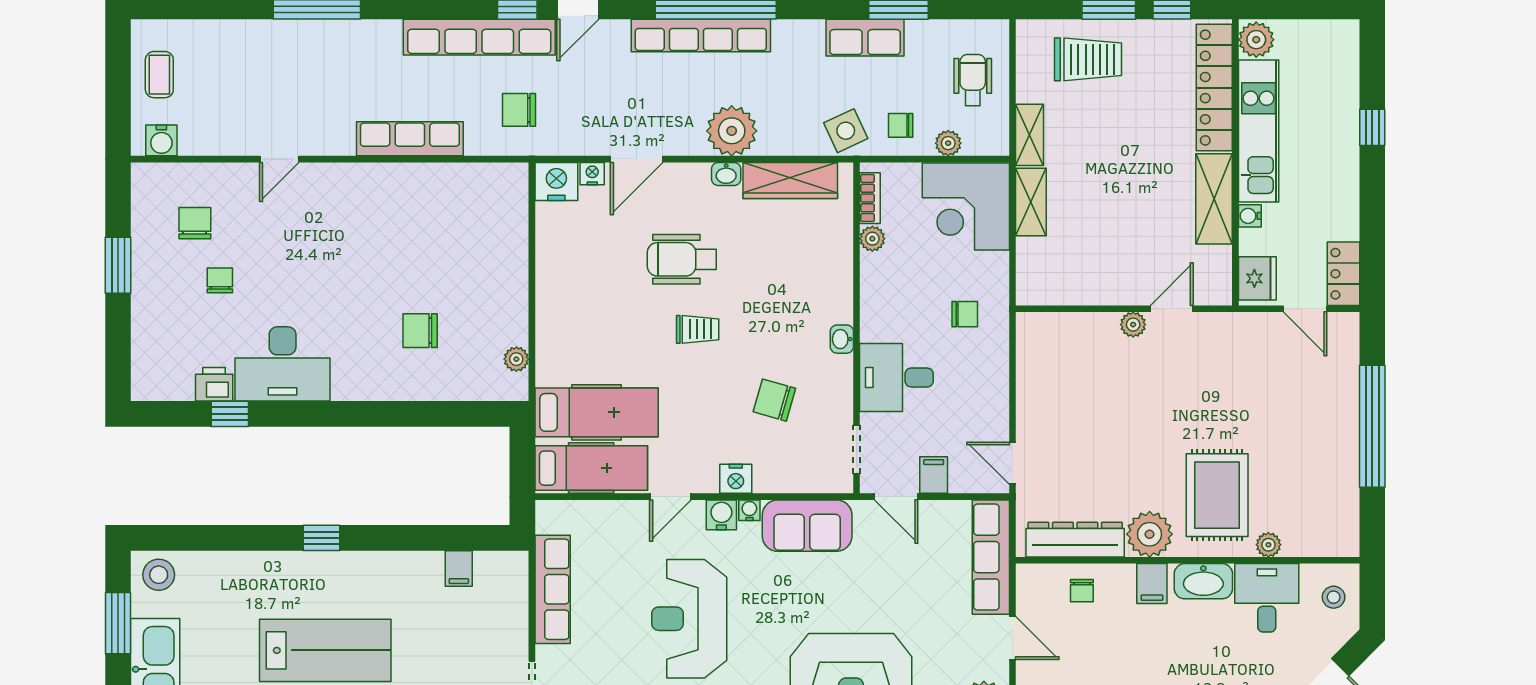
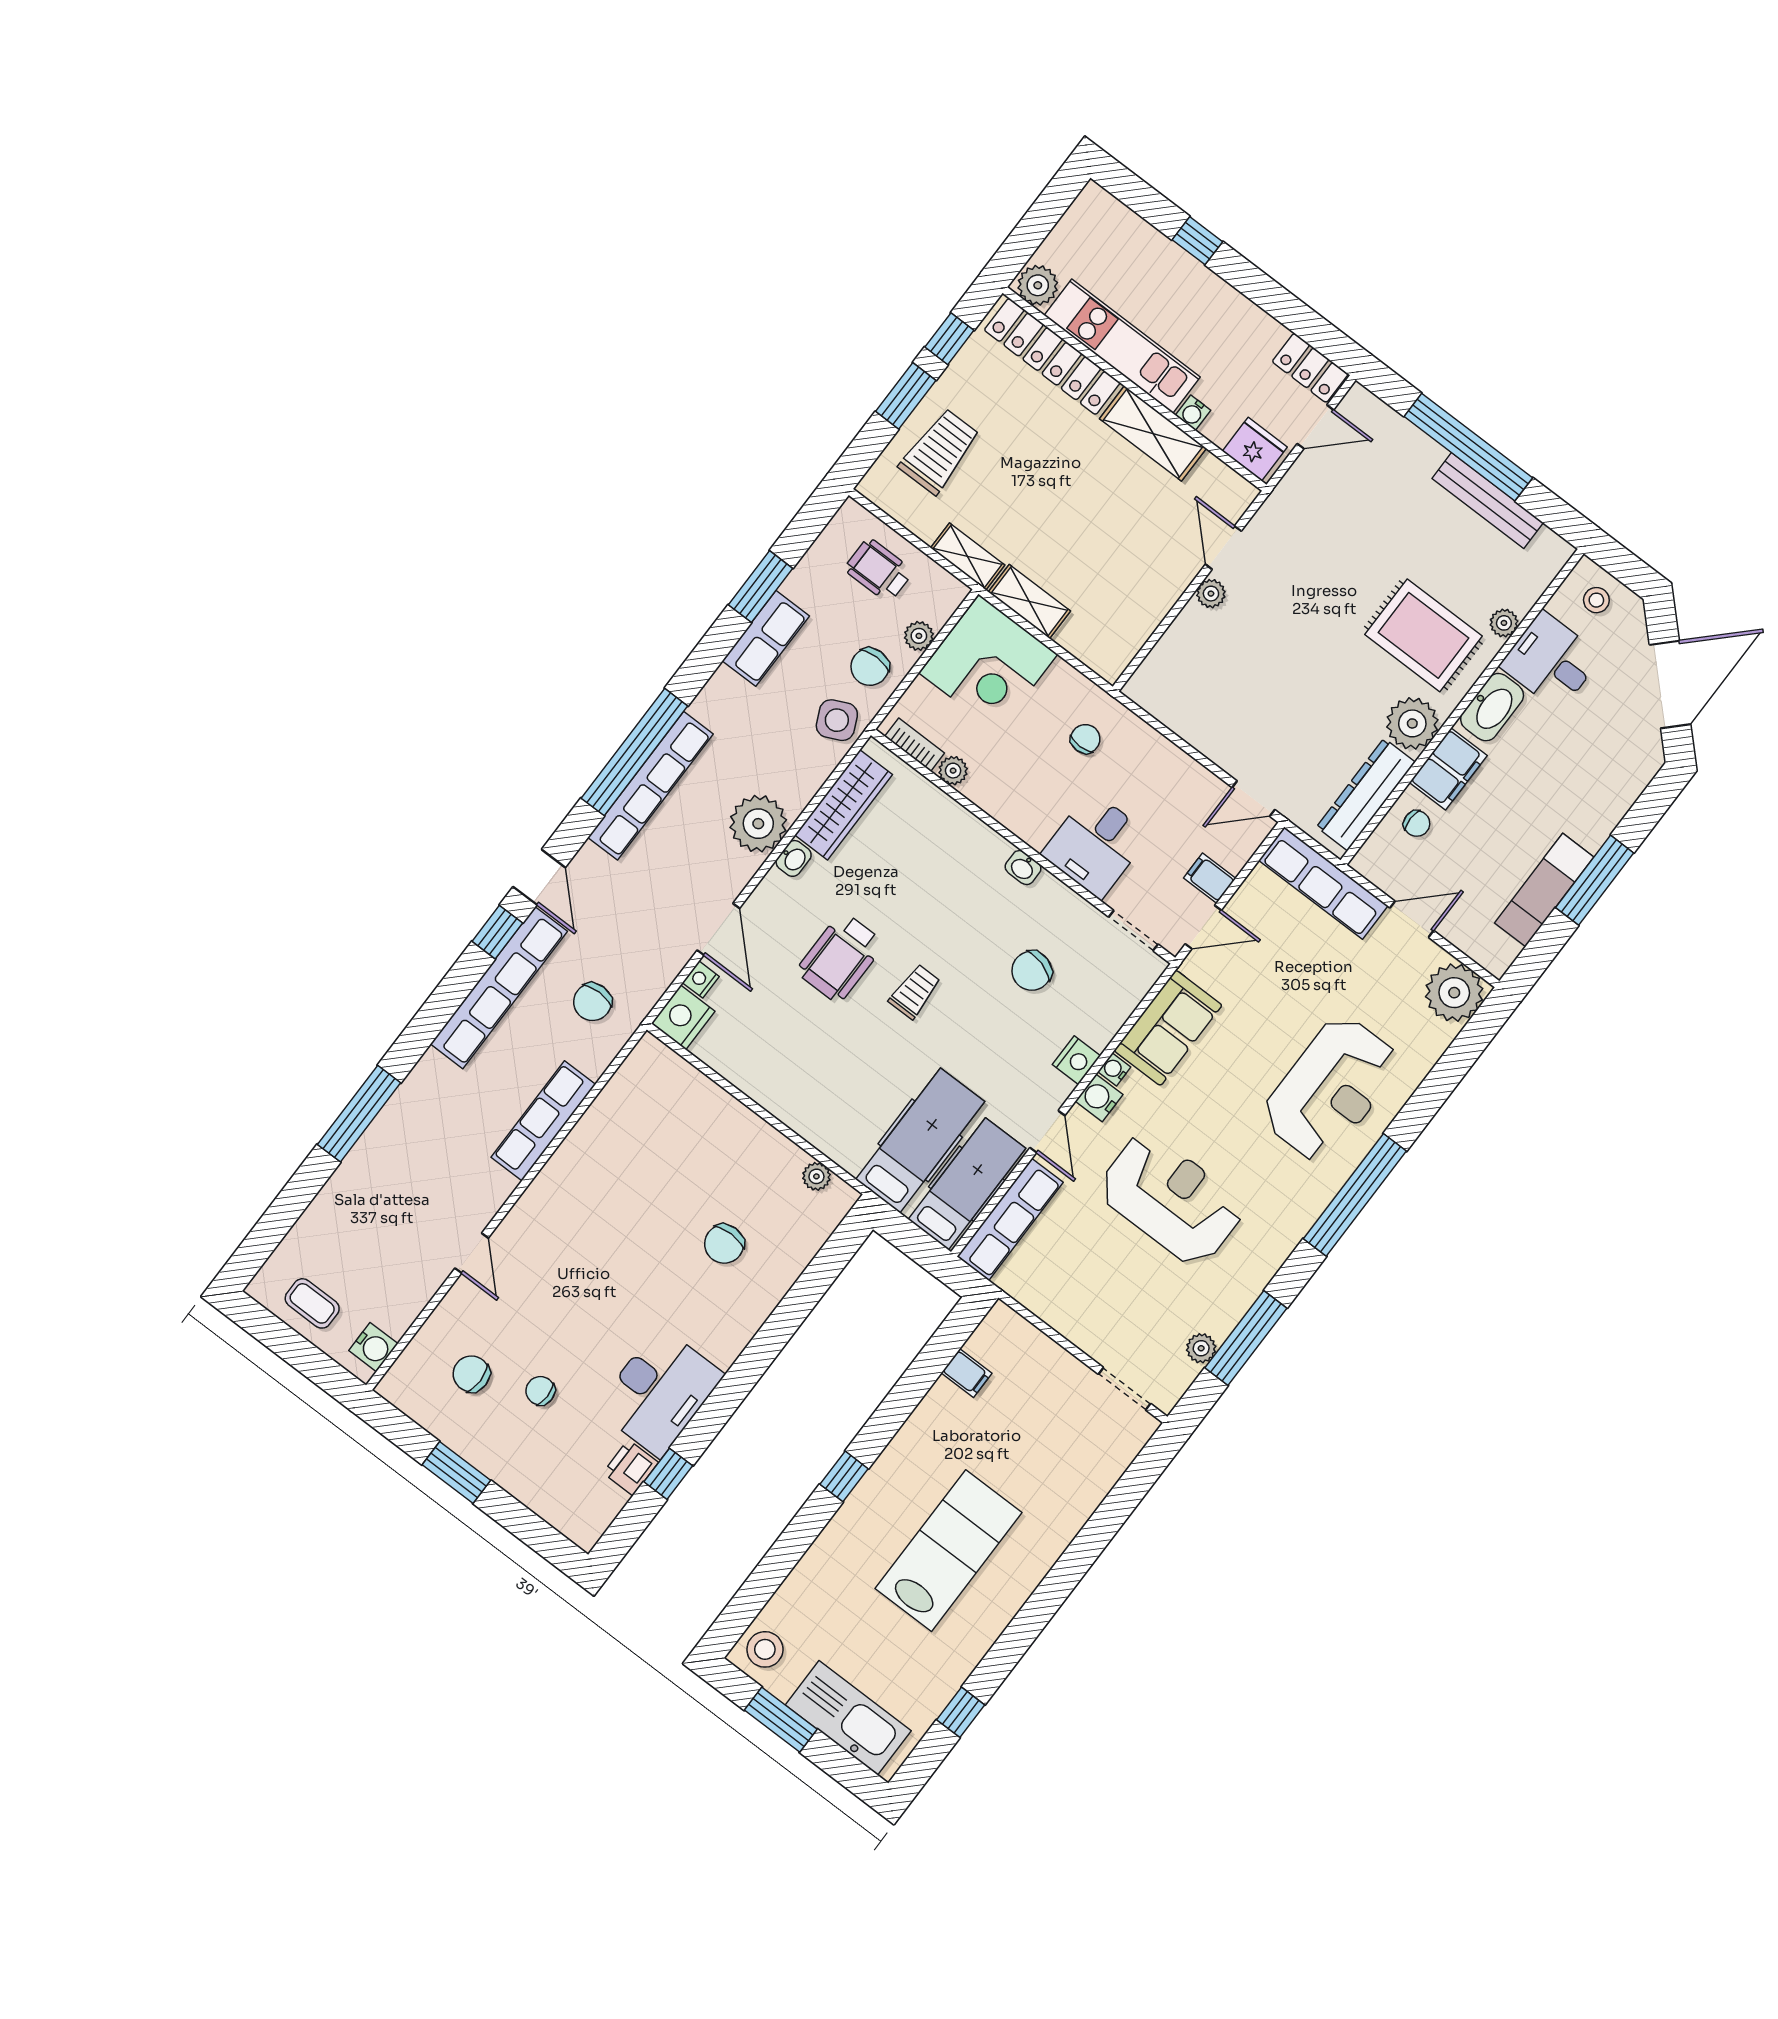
chair: (901, 125) -> (870, 667), width x1.37, depth x1.37
bench: (1345, 468) -> (1488, 501), added
filing cabinet: (1152, 584) -> (1448, 769), width x2.00
row of seats: (553, 589) -> (1010, 1220), moved, turned 90
reception desk: (689, 619) -> (1171, 1199), turned 180

